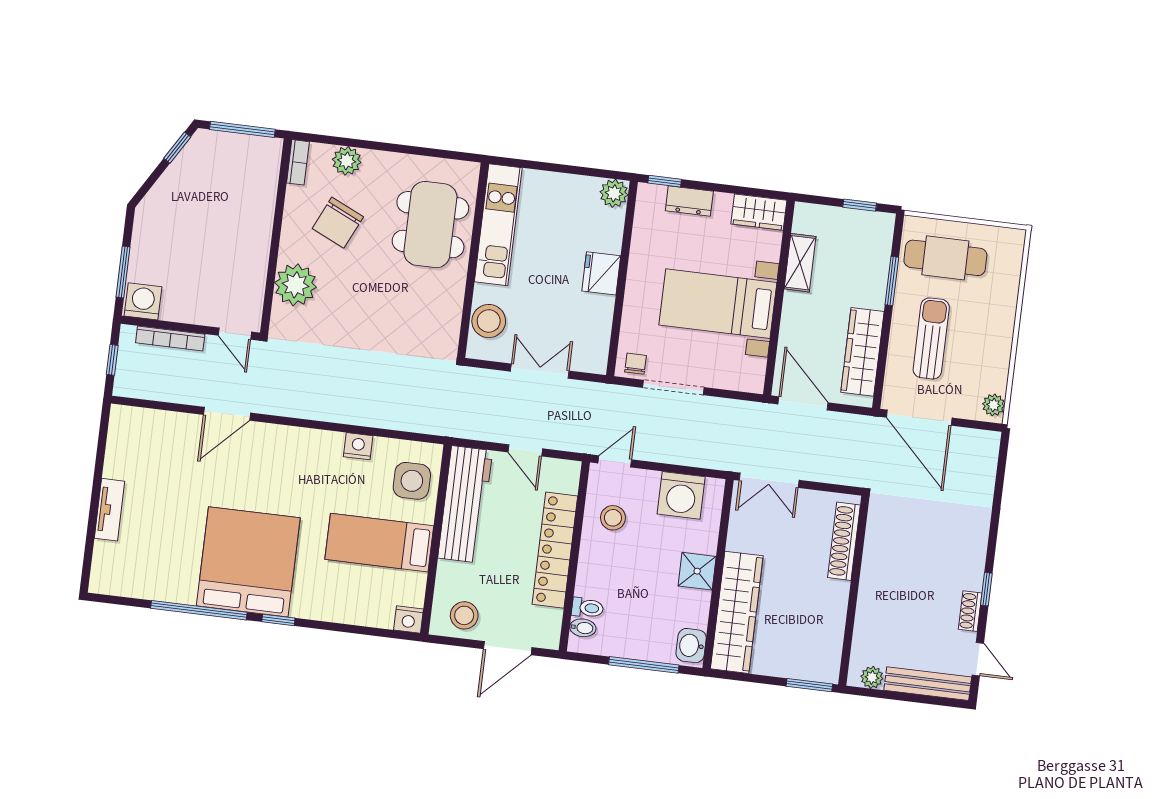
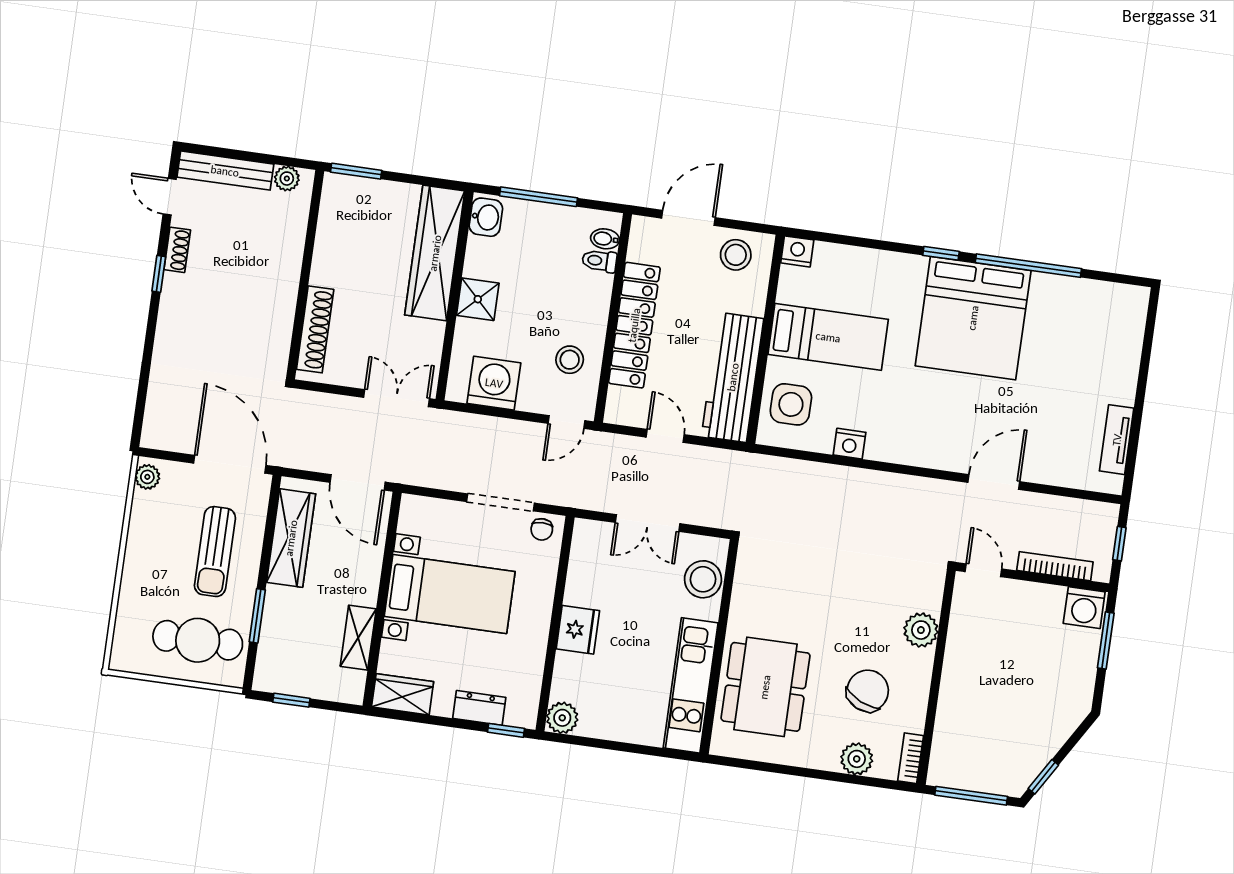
plant: (295, 285) -> (921, 630), width x0.73, depth x0.73
tv unit: (109, 510) -> (1117, 440), moved

